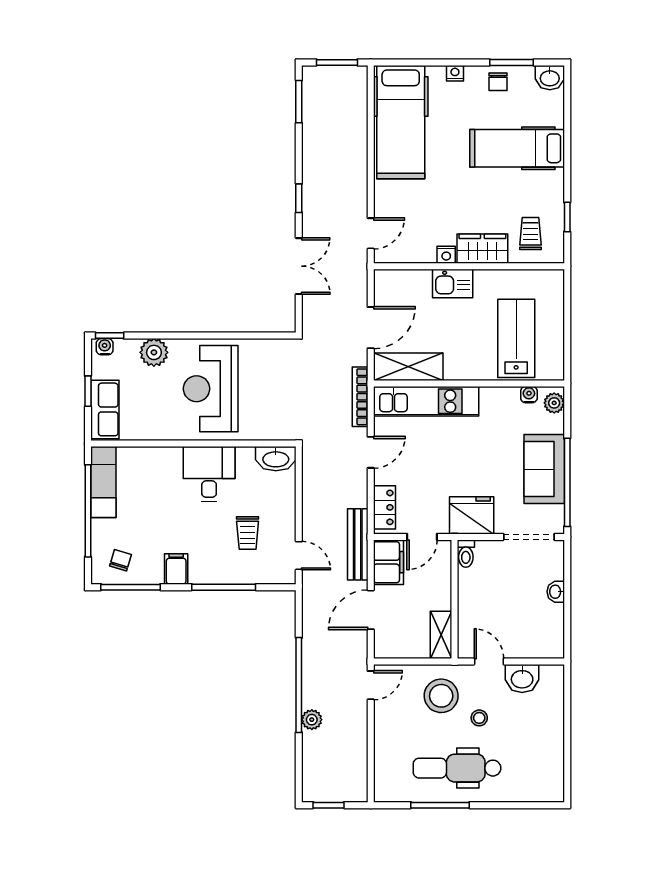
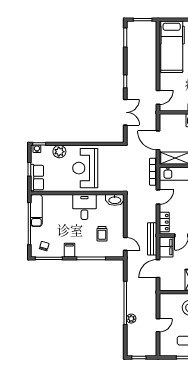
door: (371, 328) -> (158, 140), swing flipped
door: (371, 685) -> (158, 325), moved

